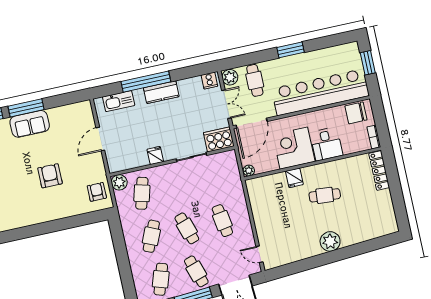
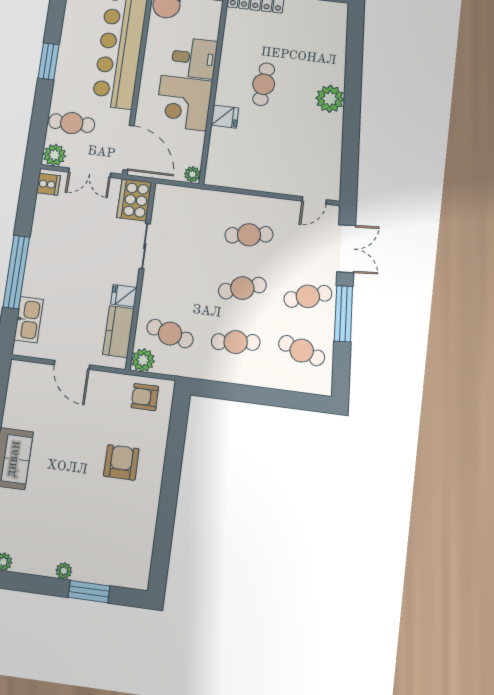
kitchen counter: (161, 92) -> (118, 332), moved, turned 180
double door: (226, 104) -> (90, 173), swing flipped
armchair: (50, 176) -> (121, 462), moved, turned 90
cafe table: (151, 236) -> (236, 342), turned -30

